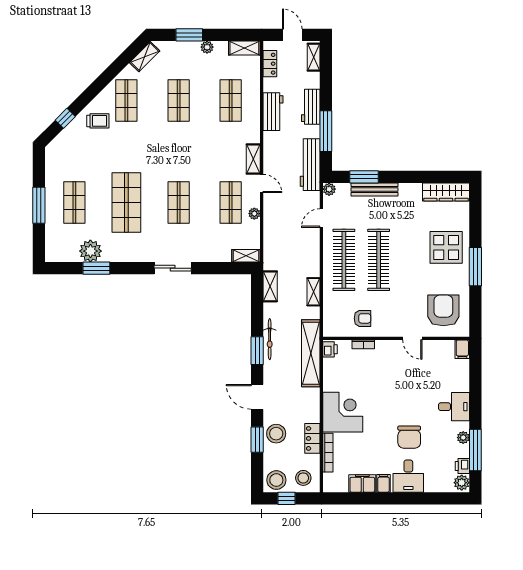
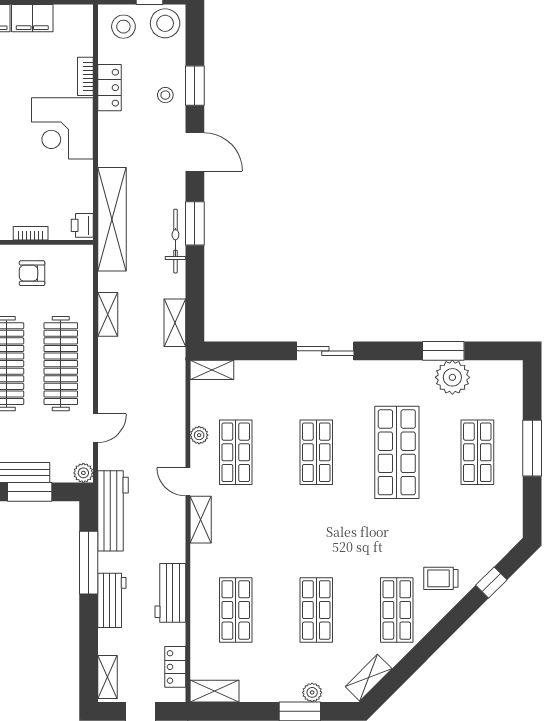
plant: (207, 47) -> (312, 692), moved
stool: (276, 434) -> (165, 95), width x0.53, depth x0.53
bookcase: (328, 453) -> (85, 76), width x0.64

